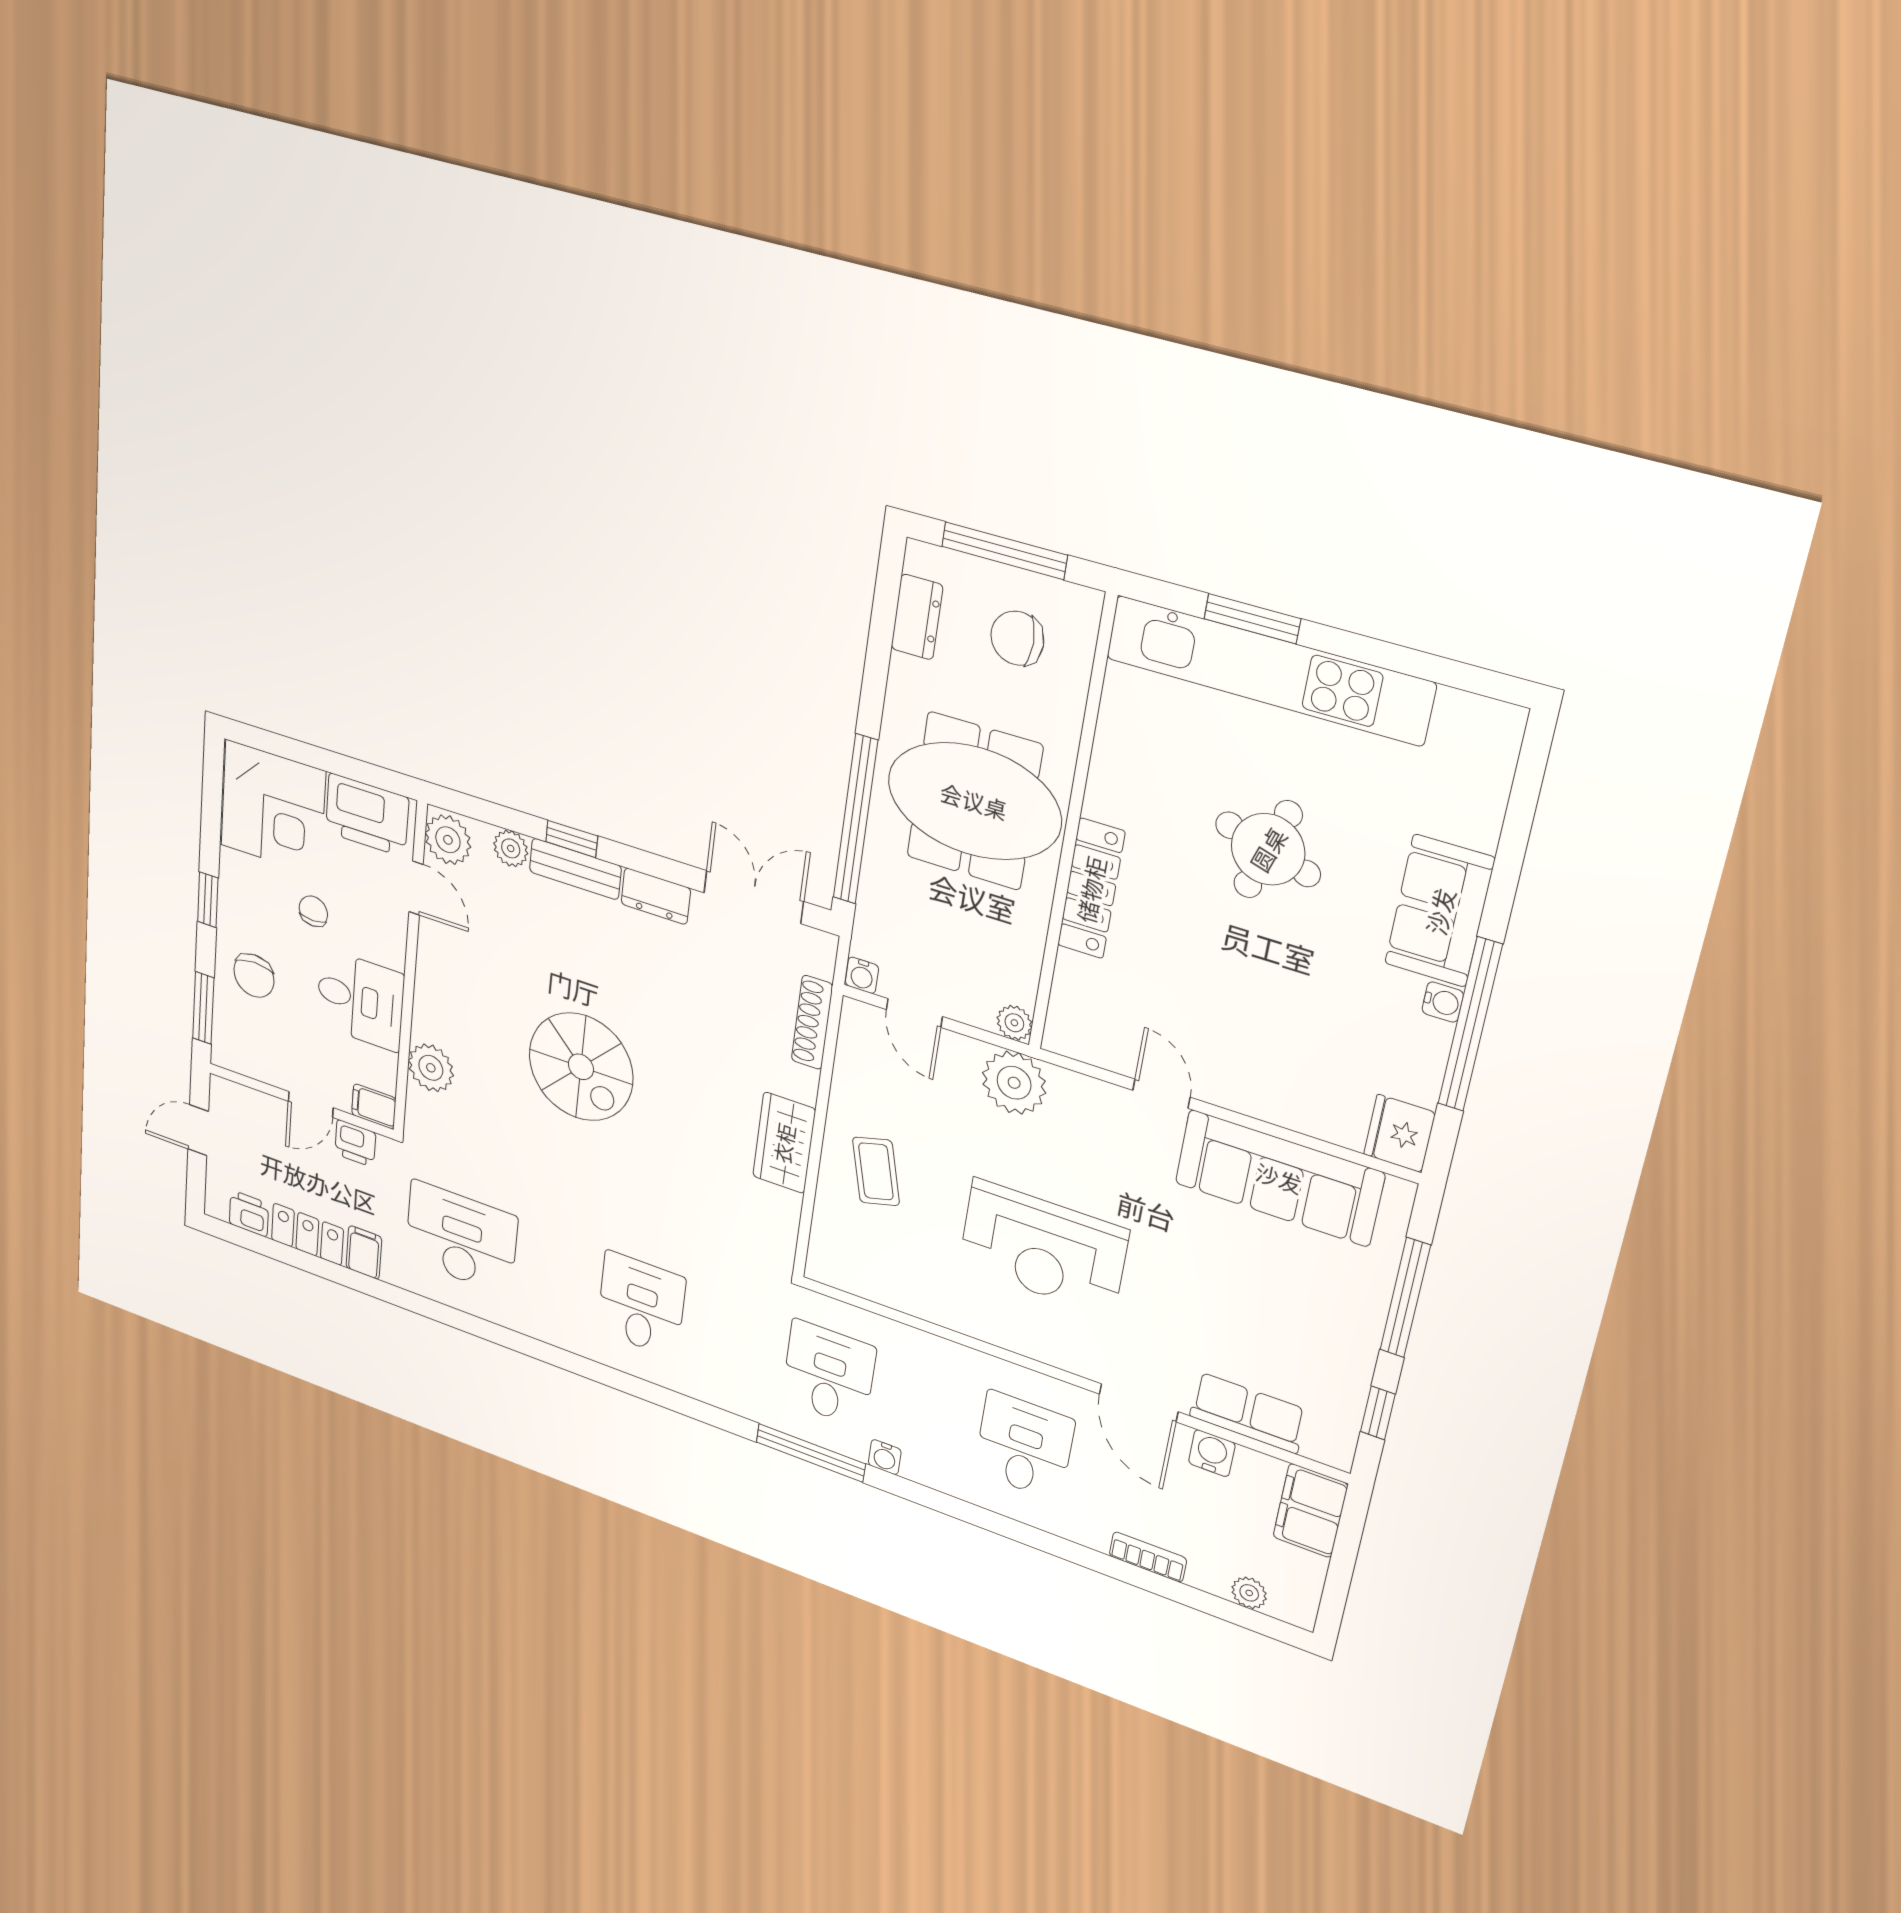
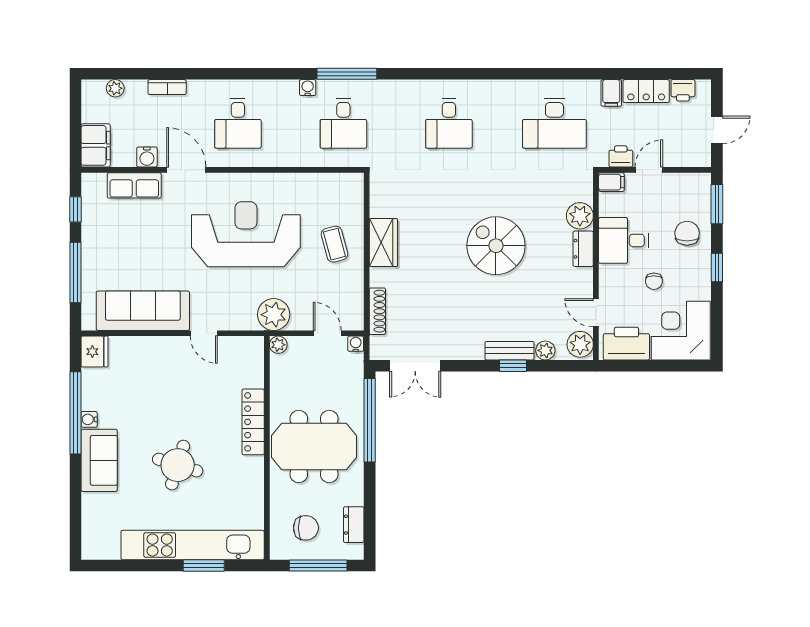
dresser: (656, 896) -> (583, 249), moved, turned -90
reception desk: (1043, 1248) -> (246, 234), width x1.36, depth x1.30

